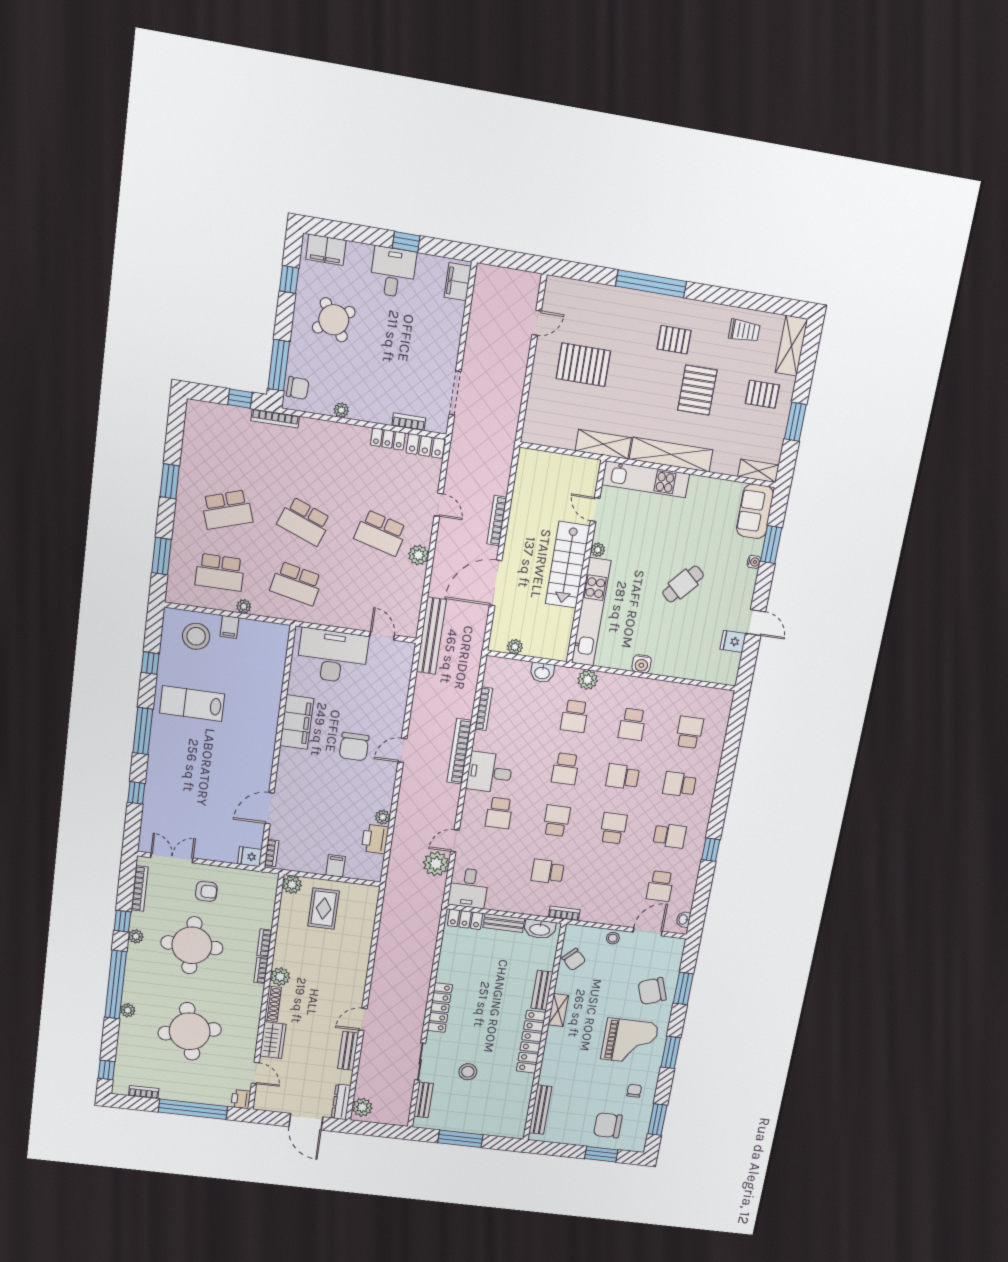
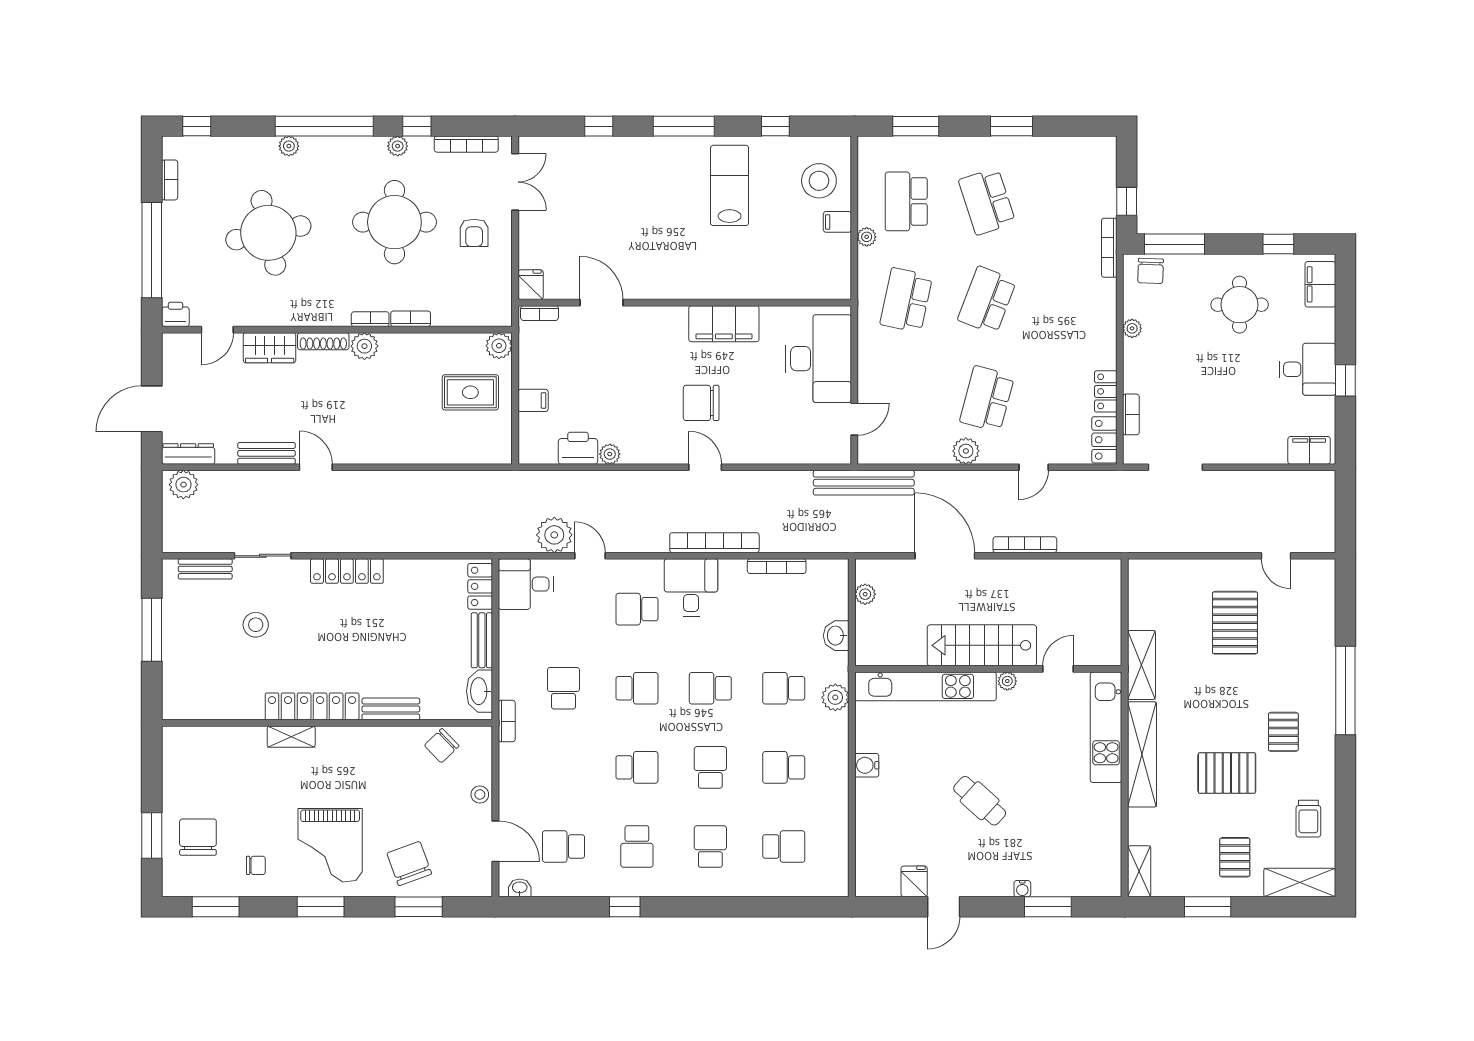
round table: (334, 320) -> (1240, 305), turned 34
sofa: (755, 511) -> (1087, 877), removed
shelving: (558, 1010) -> (291, 737), moved
bench: (540, 1110) -> (210, 736), removed

